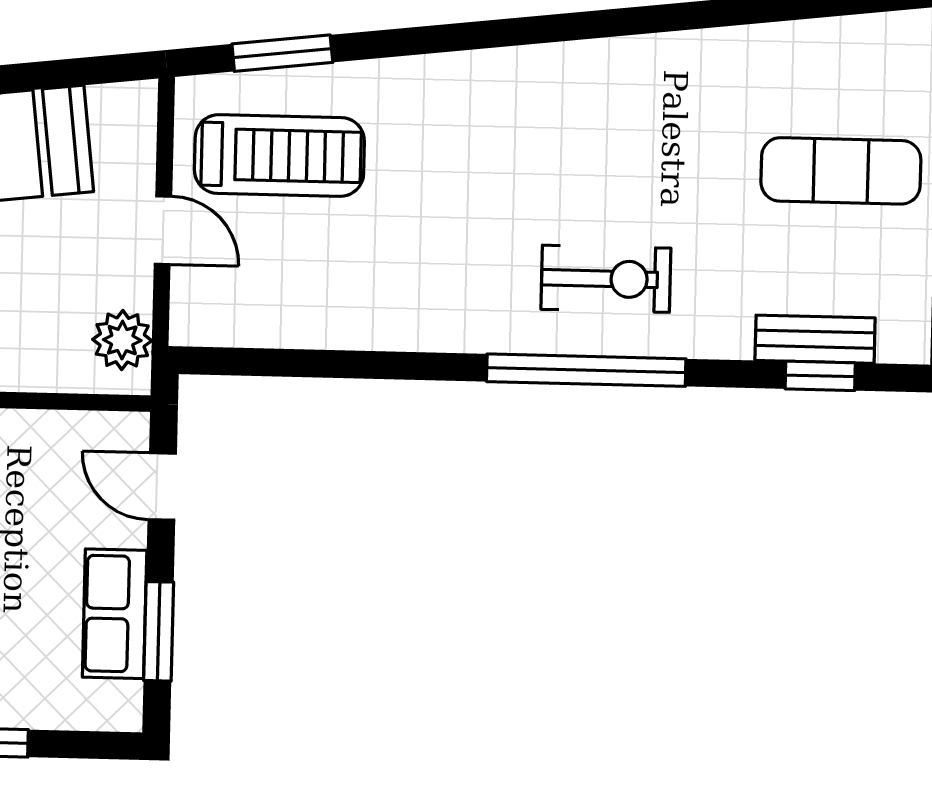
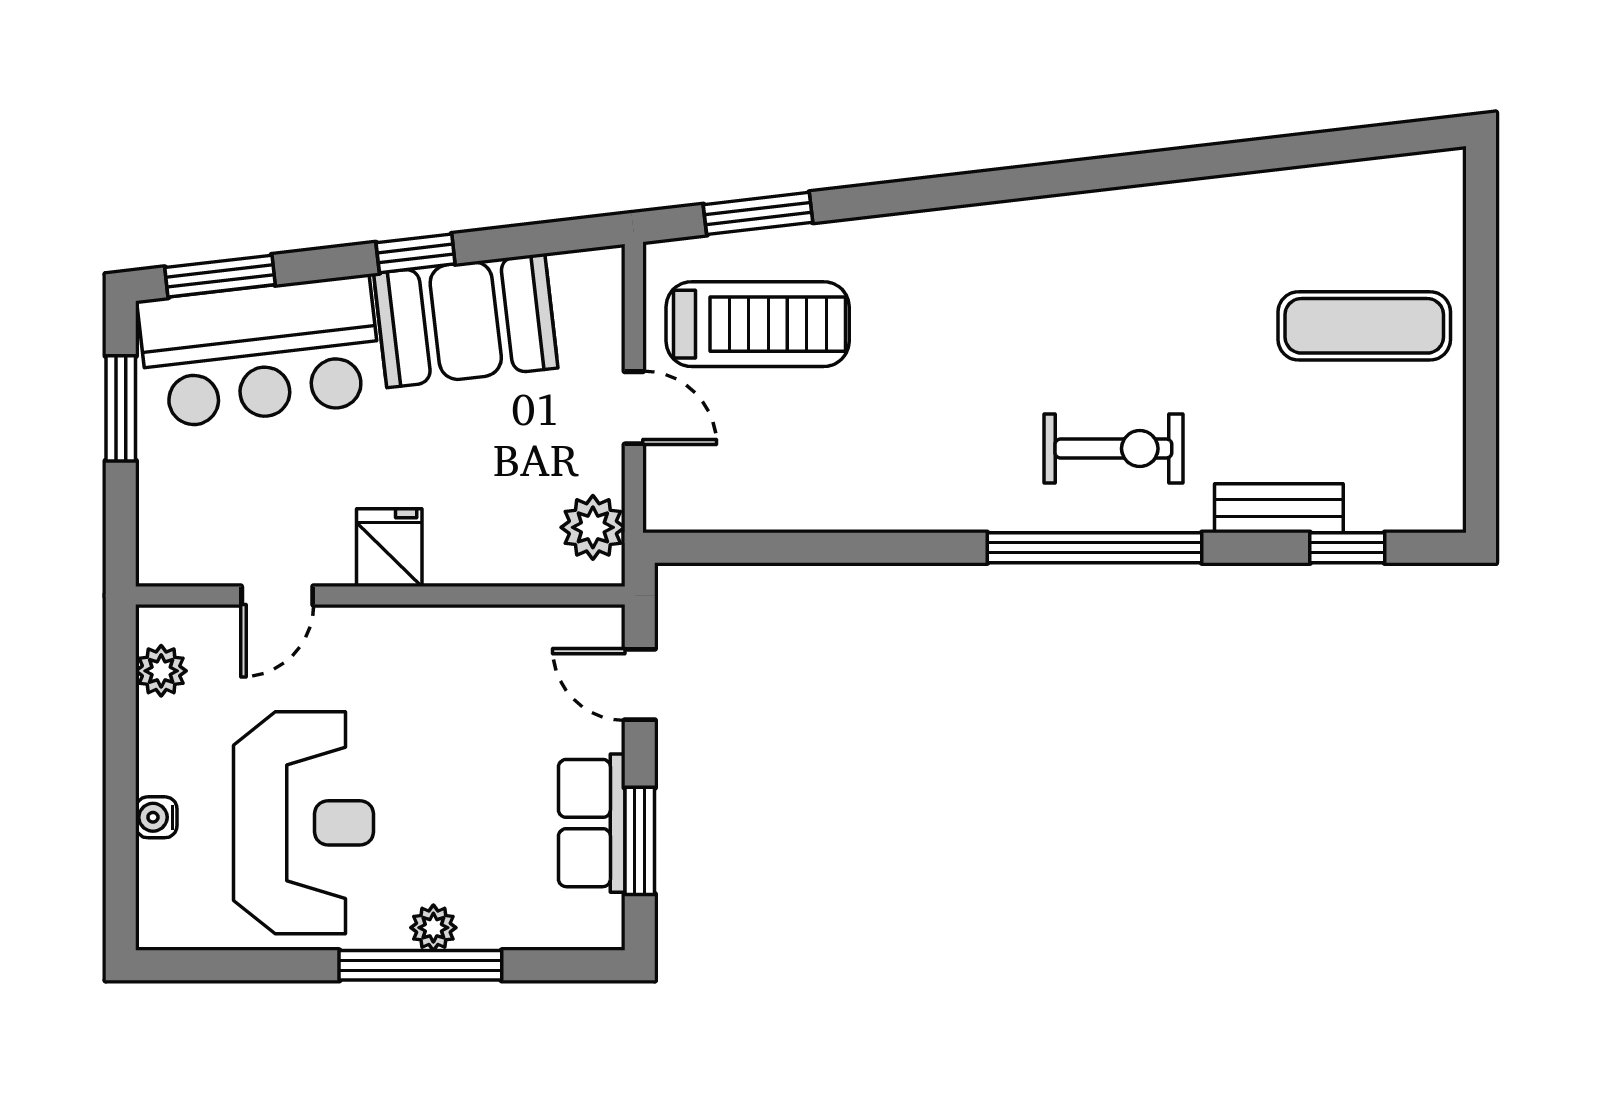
bench: (815, 339) -> (1279, 508), moved

